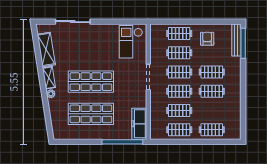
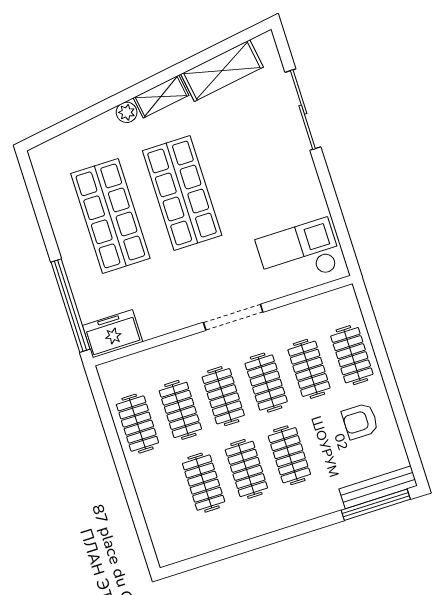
armchair: (207, 39) -> (360, 421), turned 180
freezer: (139, 124) -> (113, 334), width x0.71
clothes rail: (212, 130) -> (204, 483), moved

